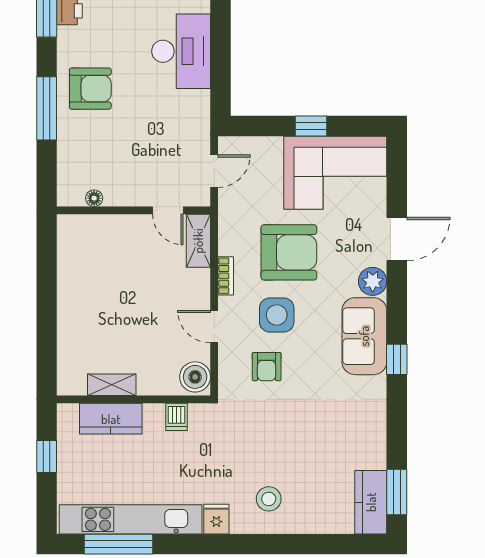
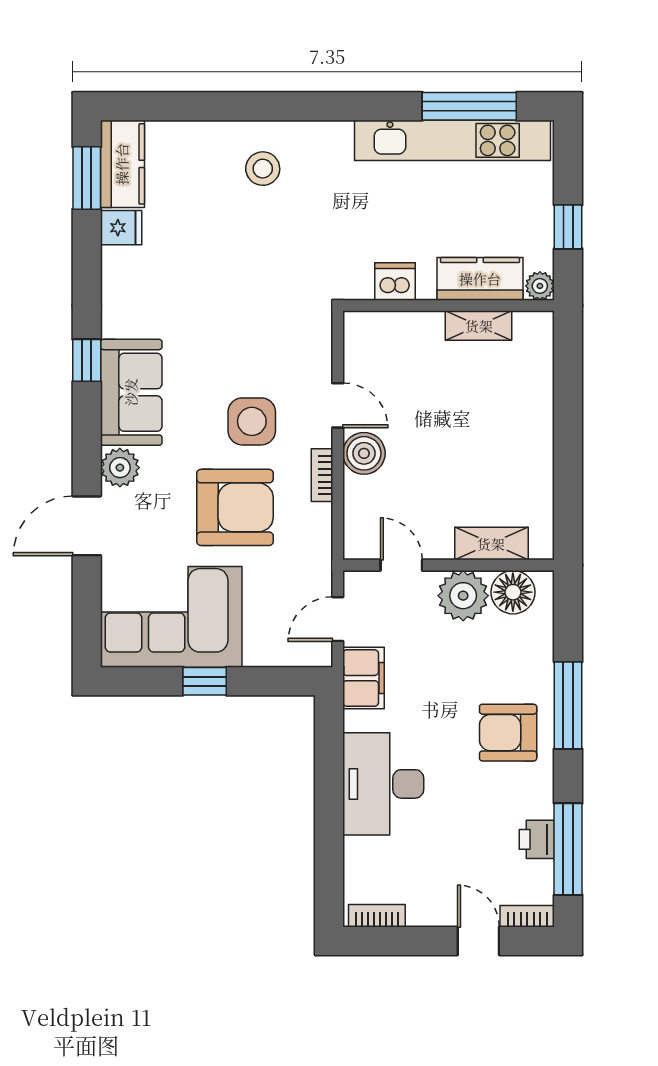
filing cabinet: (195, 128) -> (364, 678), added
plant: (123, 188) -> (463, 596), added
floor lamp: (94, 198) -> (513, 592), width x1.89, depth x1.89
shelving: (198, 241) -> (491, 544), moved, turned 90
armchair: (289, 252) -> (235, 507), turned 180
armchair: (267, 367) -> (266, 350), removed
boiler: (195, 377) -> (364, 453), moved
plant: (67, 414) -> (540, 286), added
dishwasher: (177, 417) -> (395, 281), width x1.38
fridge: (216, 519) -> (121, 228), moved, turned -90

